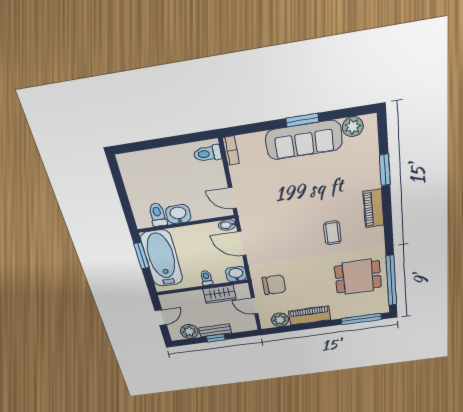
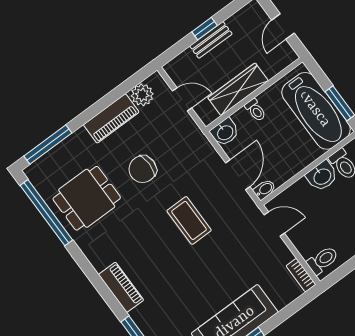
coffee table: (332, 233) -> (189, 220), moved, width x1.36, depth x1.30
door: (242, 243) -> (238, 175), hinge flipped
chair: (274, 285) -> (143, 169), moved
wardrobe: (220, 294) -> (238, 89), width x1.50
plant: (189, 331) -> (241, 23), removed

